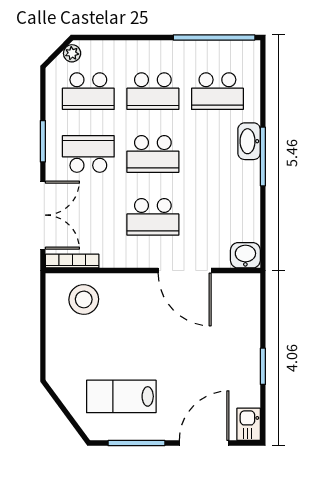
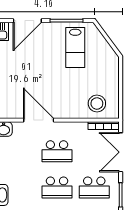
school desk: (153, 154) -> (57, 188), turned 180
school desk: (153, 217) -> (57, 151), turned 180
lab bench: (121, 396) -> (75, 48), turned 90

